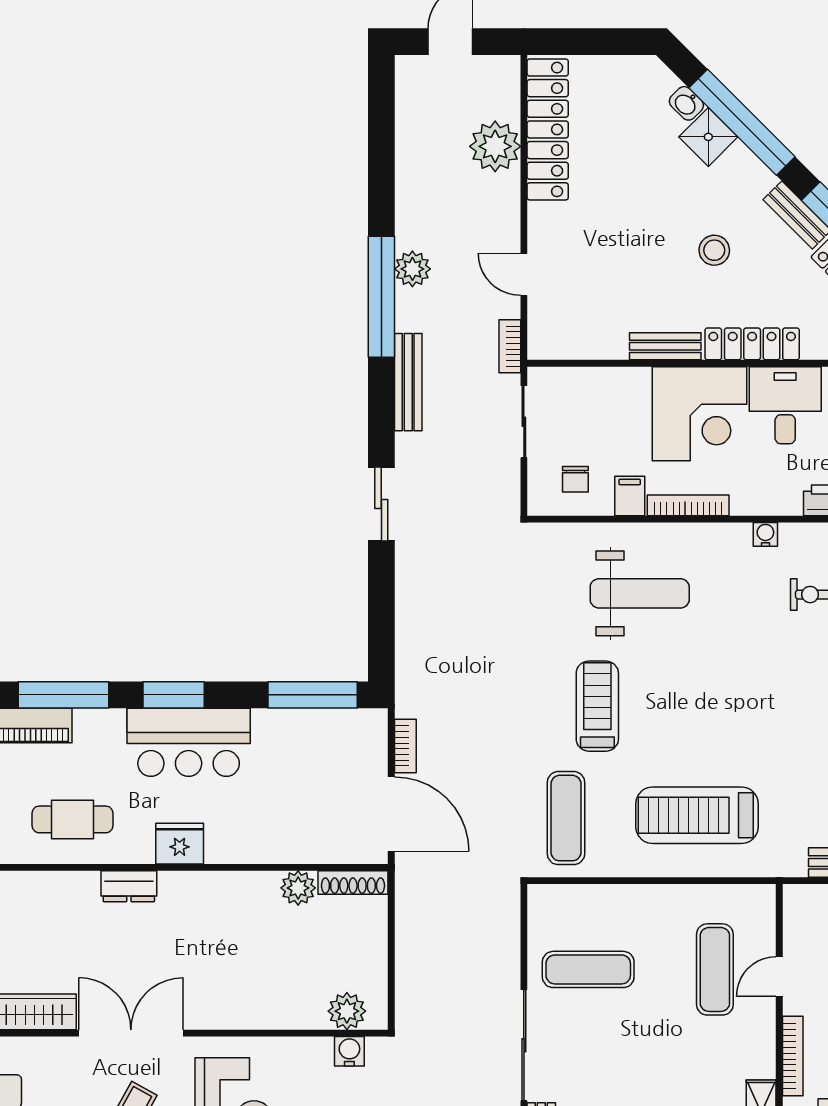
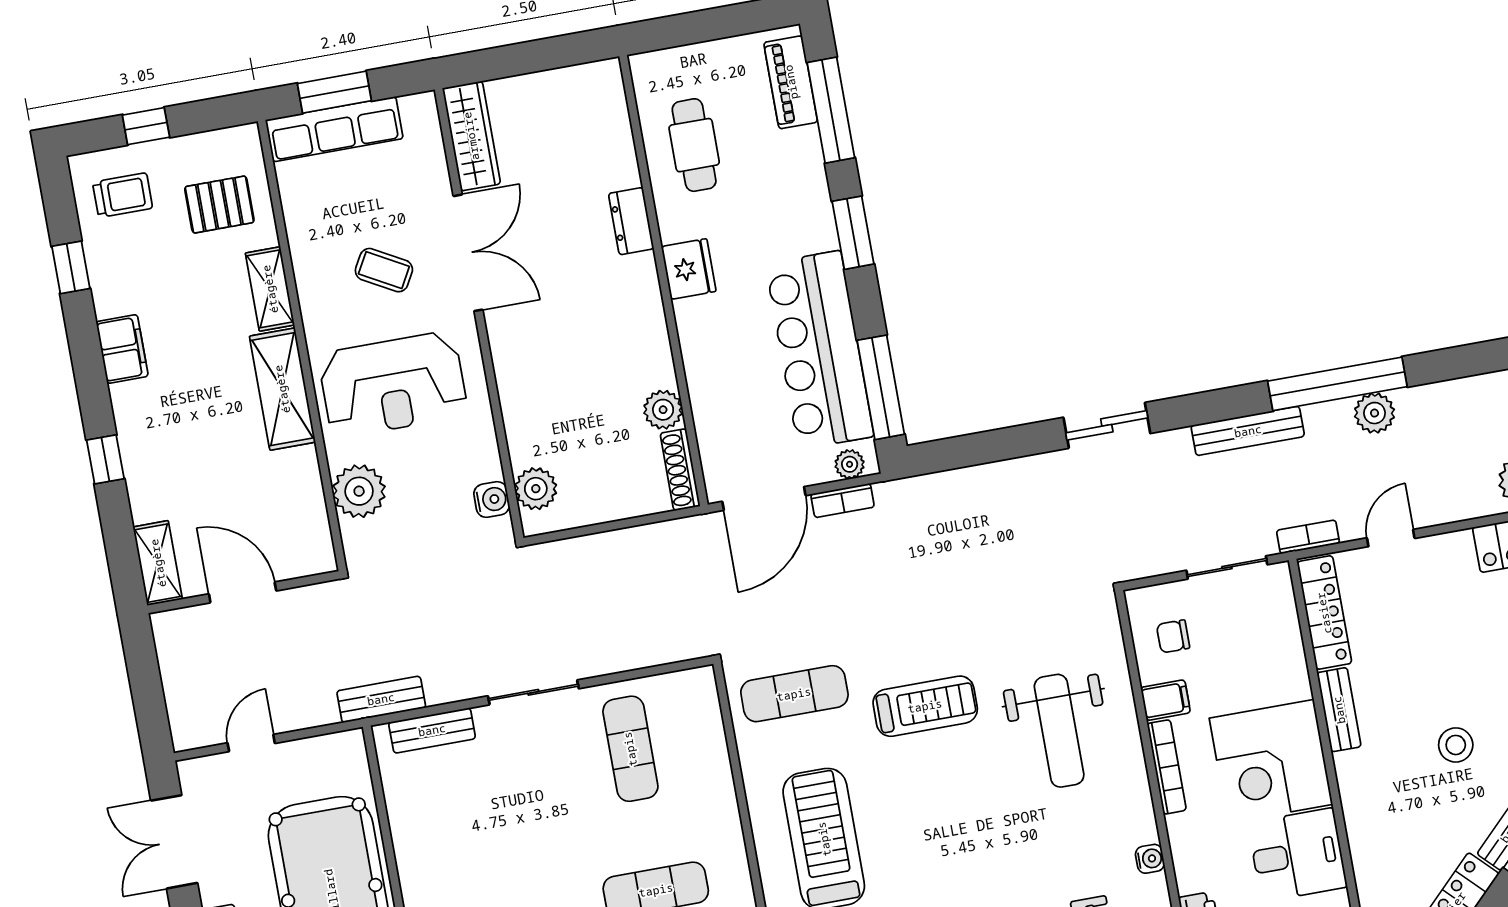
locker: (752, 344) -> (1324, 613), moved
plant: (375, 734) -> (850, 464), added
bar counter: (189, 742) -> (820, 350), moved, width x1.36
sliding door: (524, 1045) -> (533, 692), width x0.73

